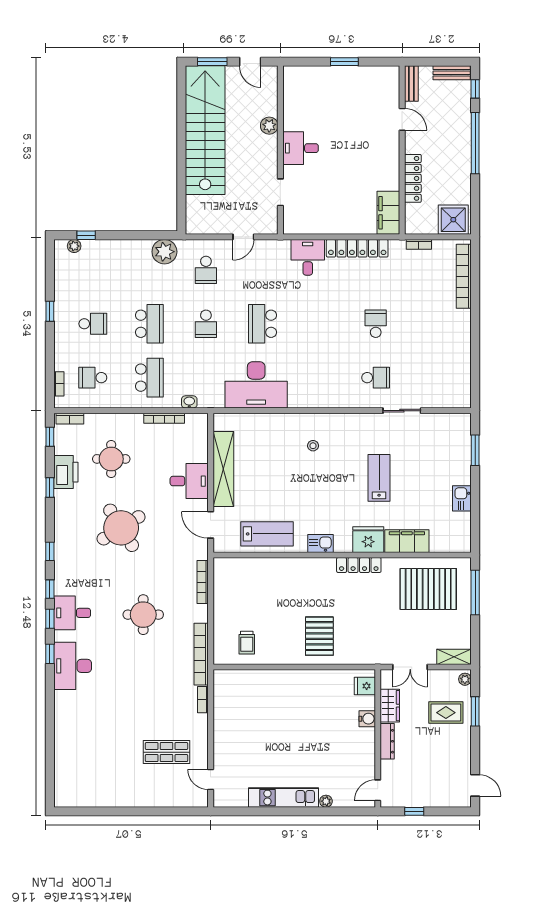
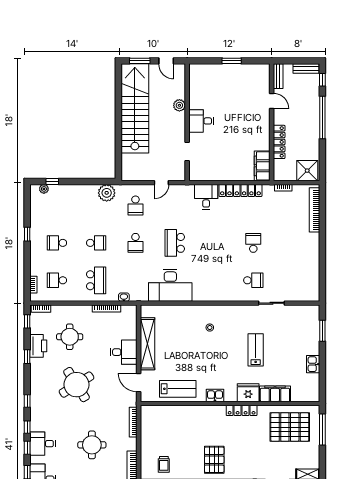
school desk: (93, 324) -> (57, 243), turned 180
school desk: (149, 324) -> (96, 243), width x0.54

